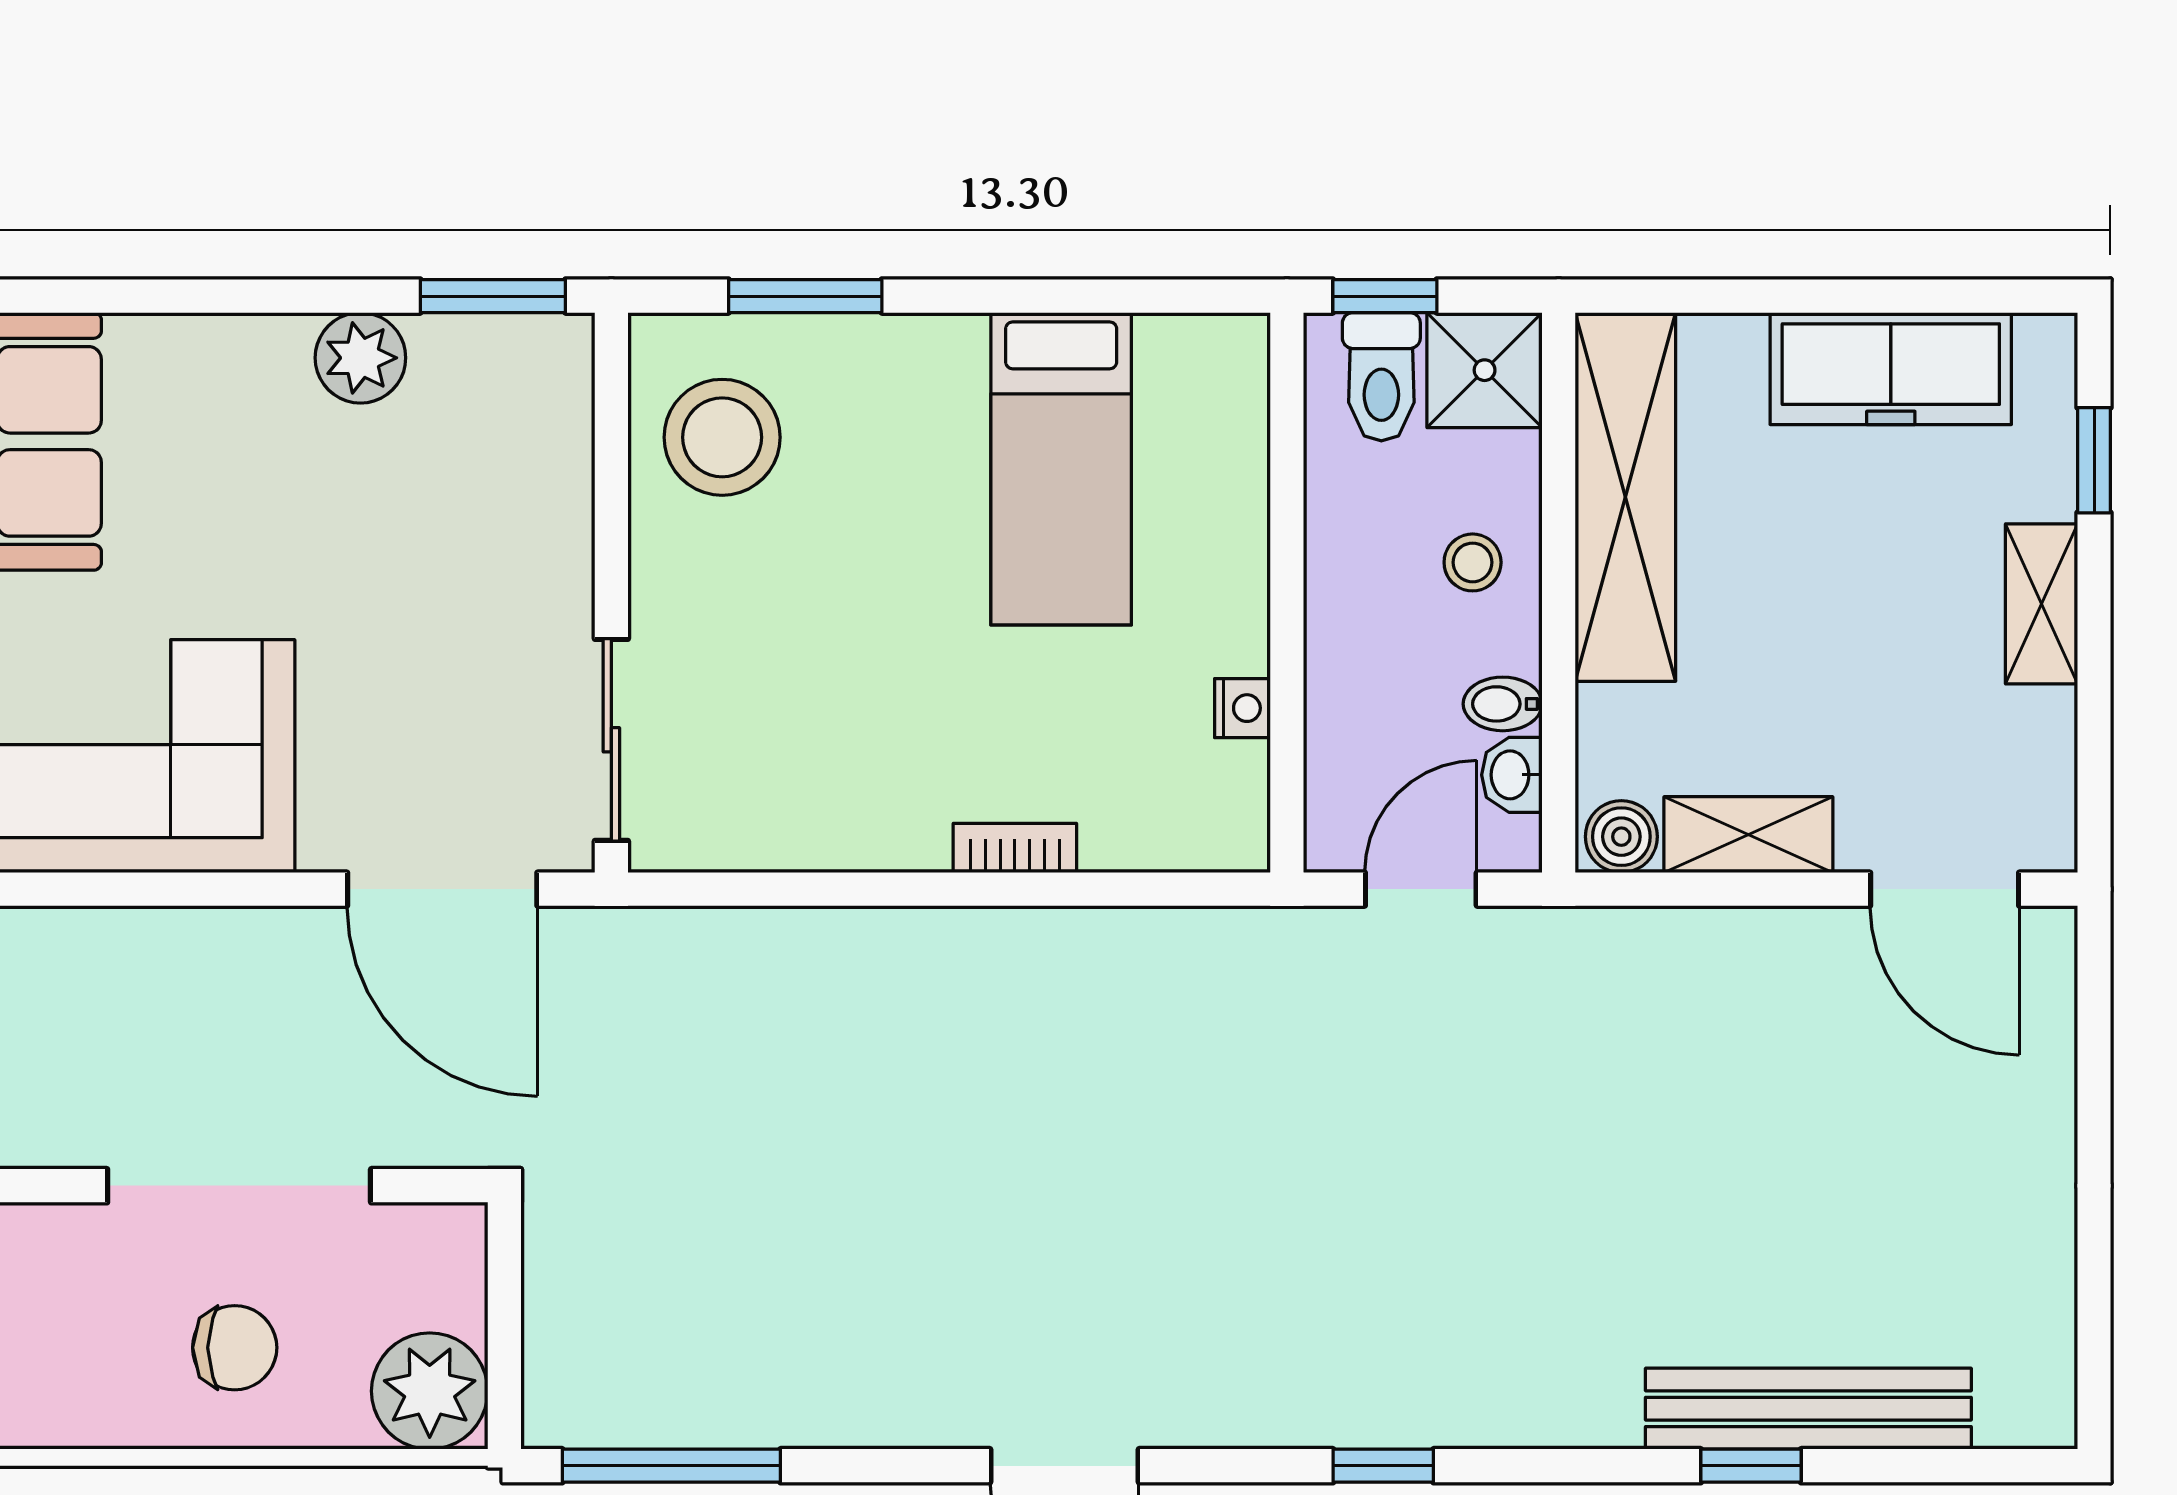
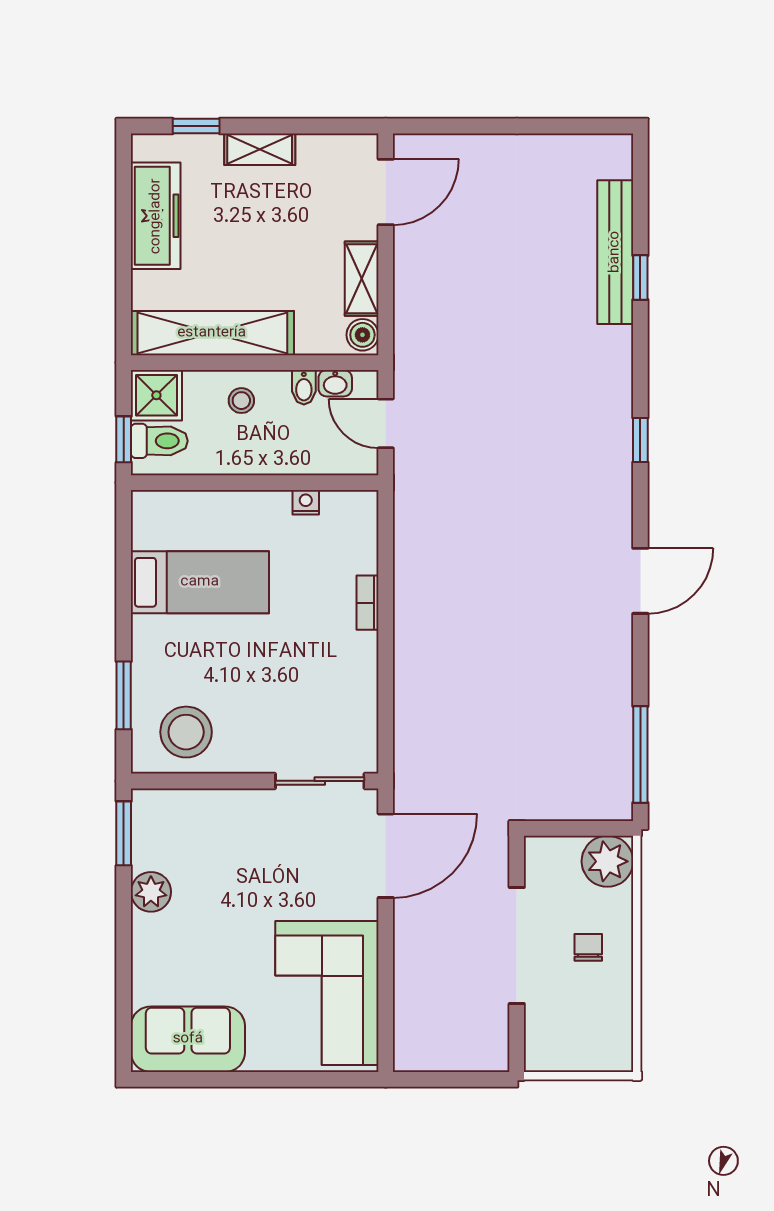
chair: (235, 1348) -> (588, 947), width x0.73, depth x0.73

